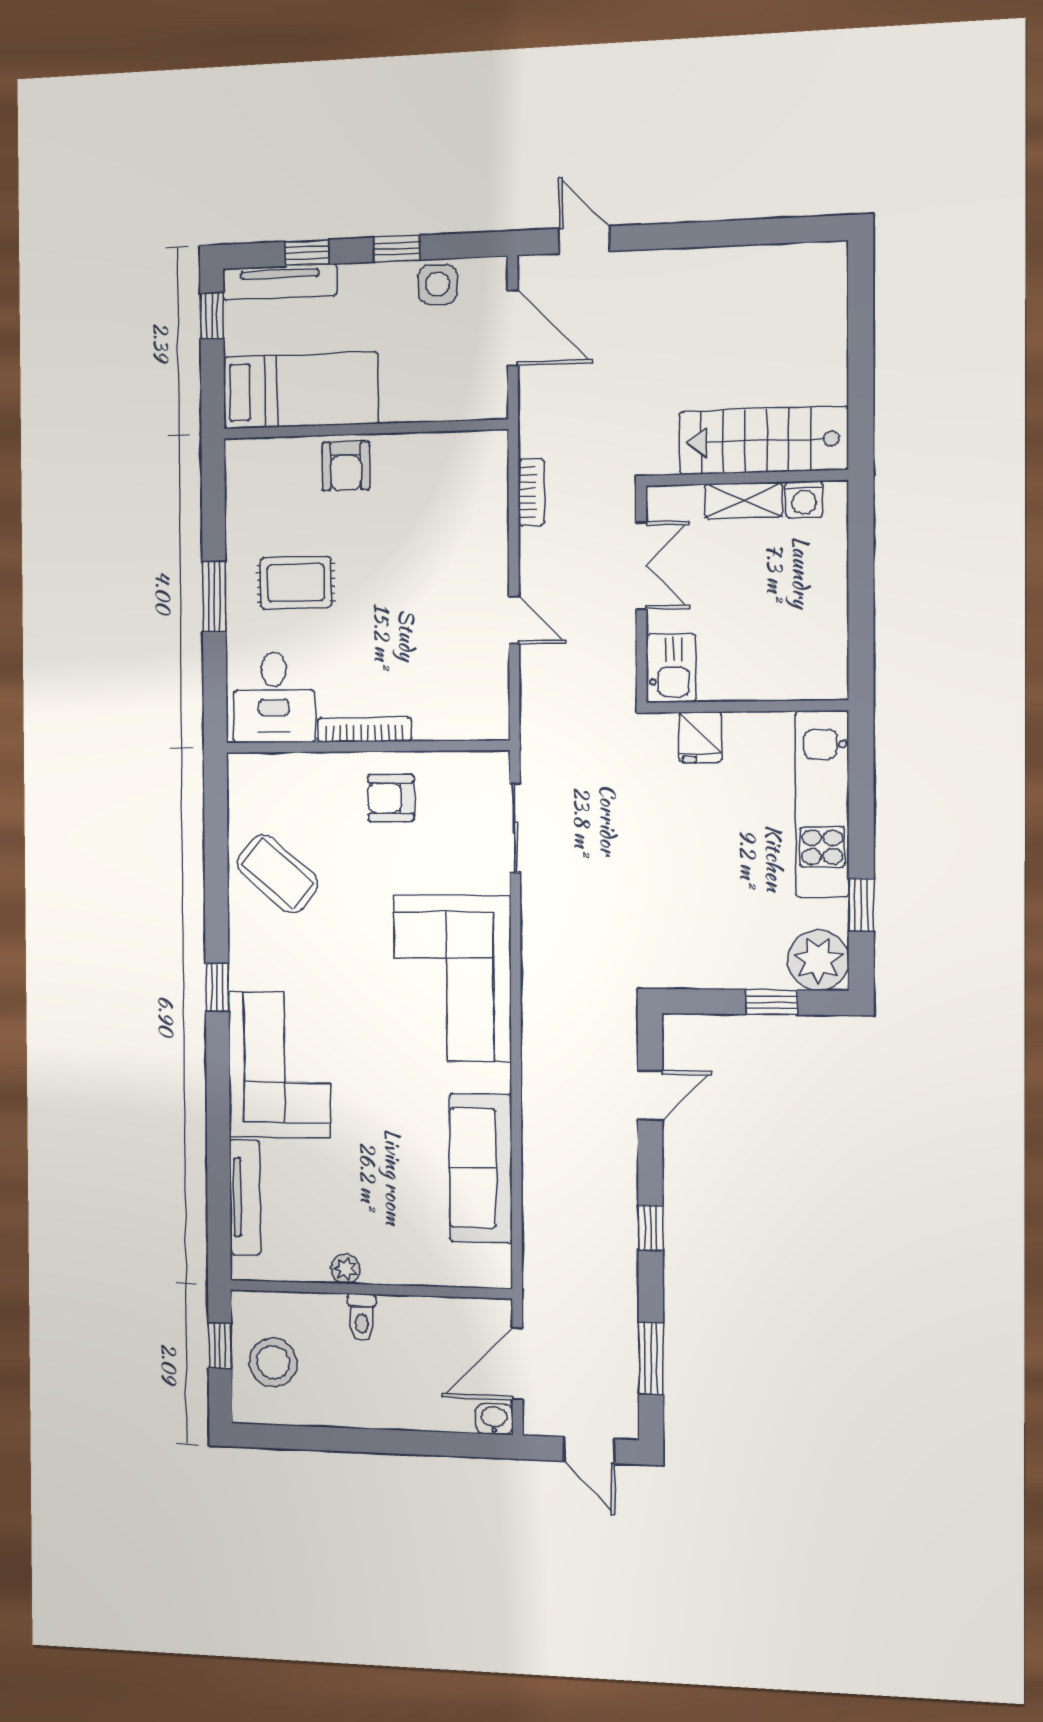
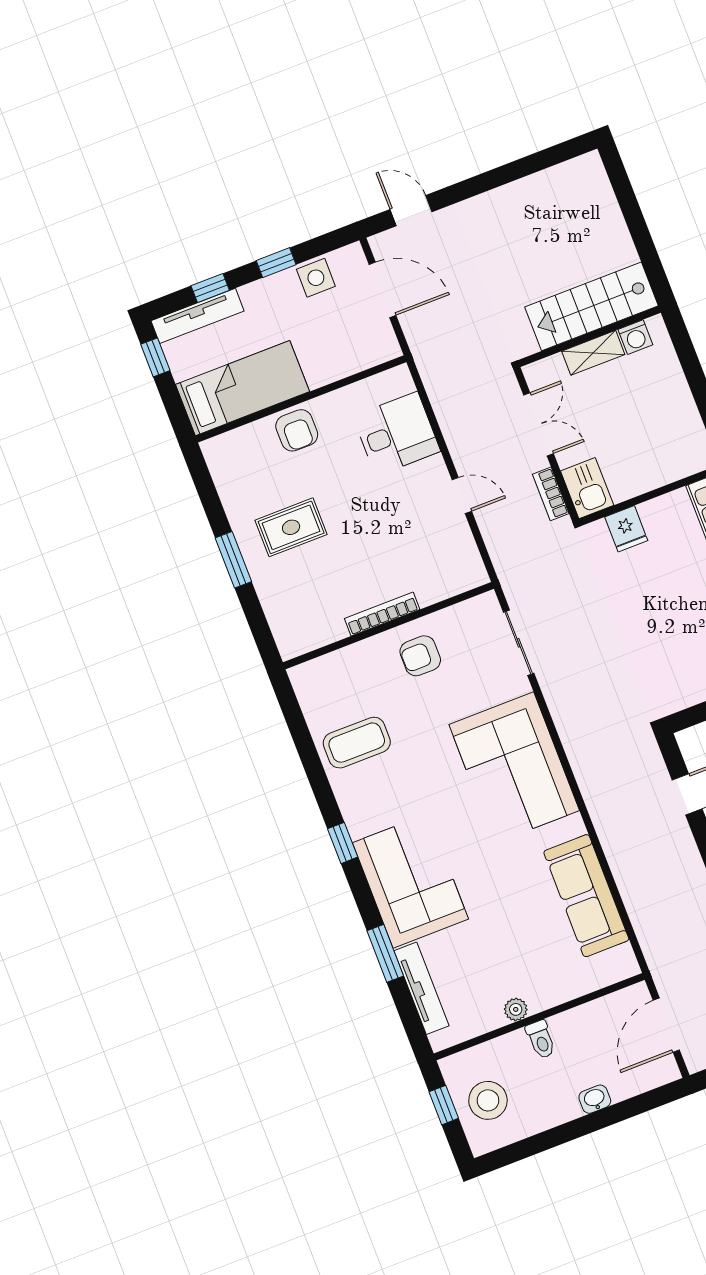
bookcase: (531, 492) -> (551, 494), moved, turned 180
desk: (274, 697) -> (397, 434), moved, turned -90
coffee table: (278, 874) -> (357, 743), turned -40
window: (218, 1139) -> (385, 953), added
washbasin: (494, 1419) -> (595, 1099), moved

